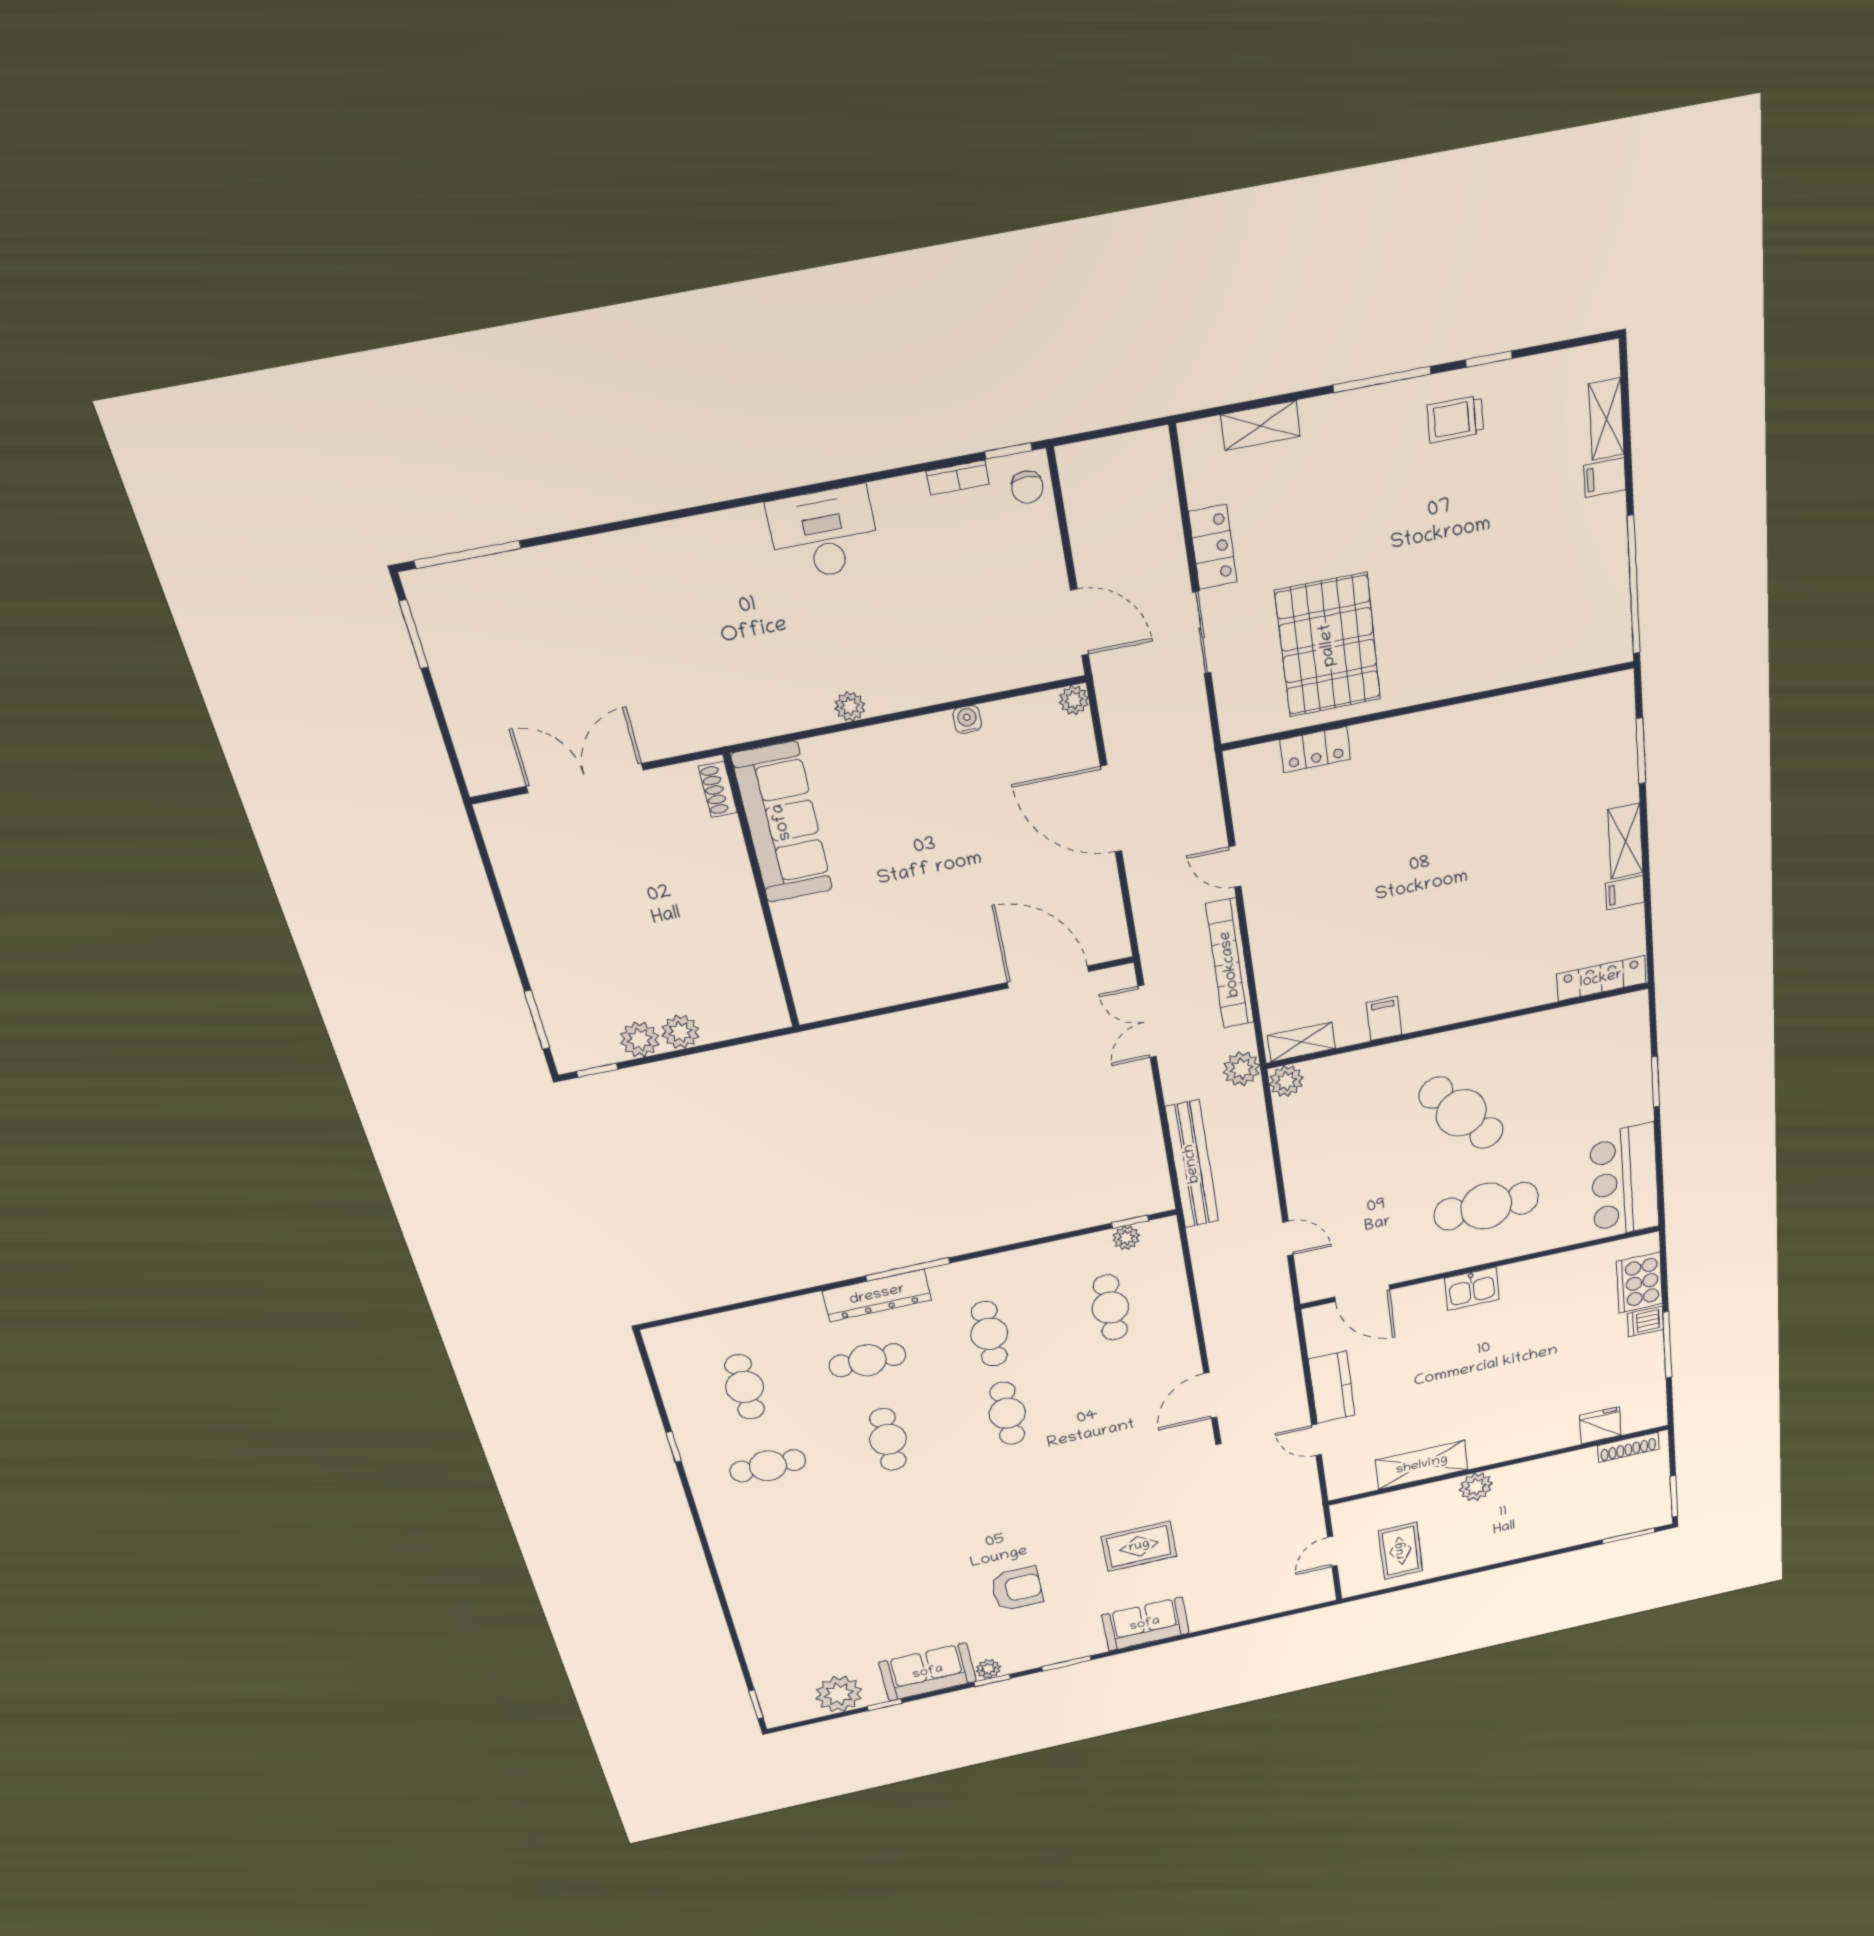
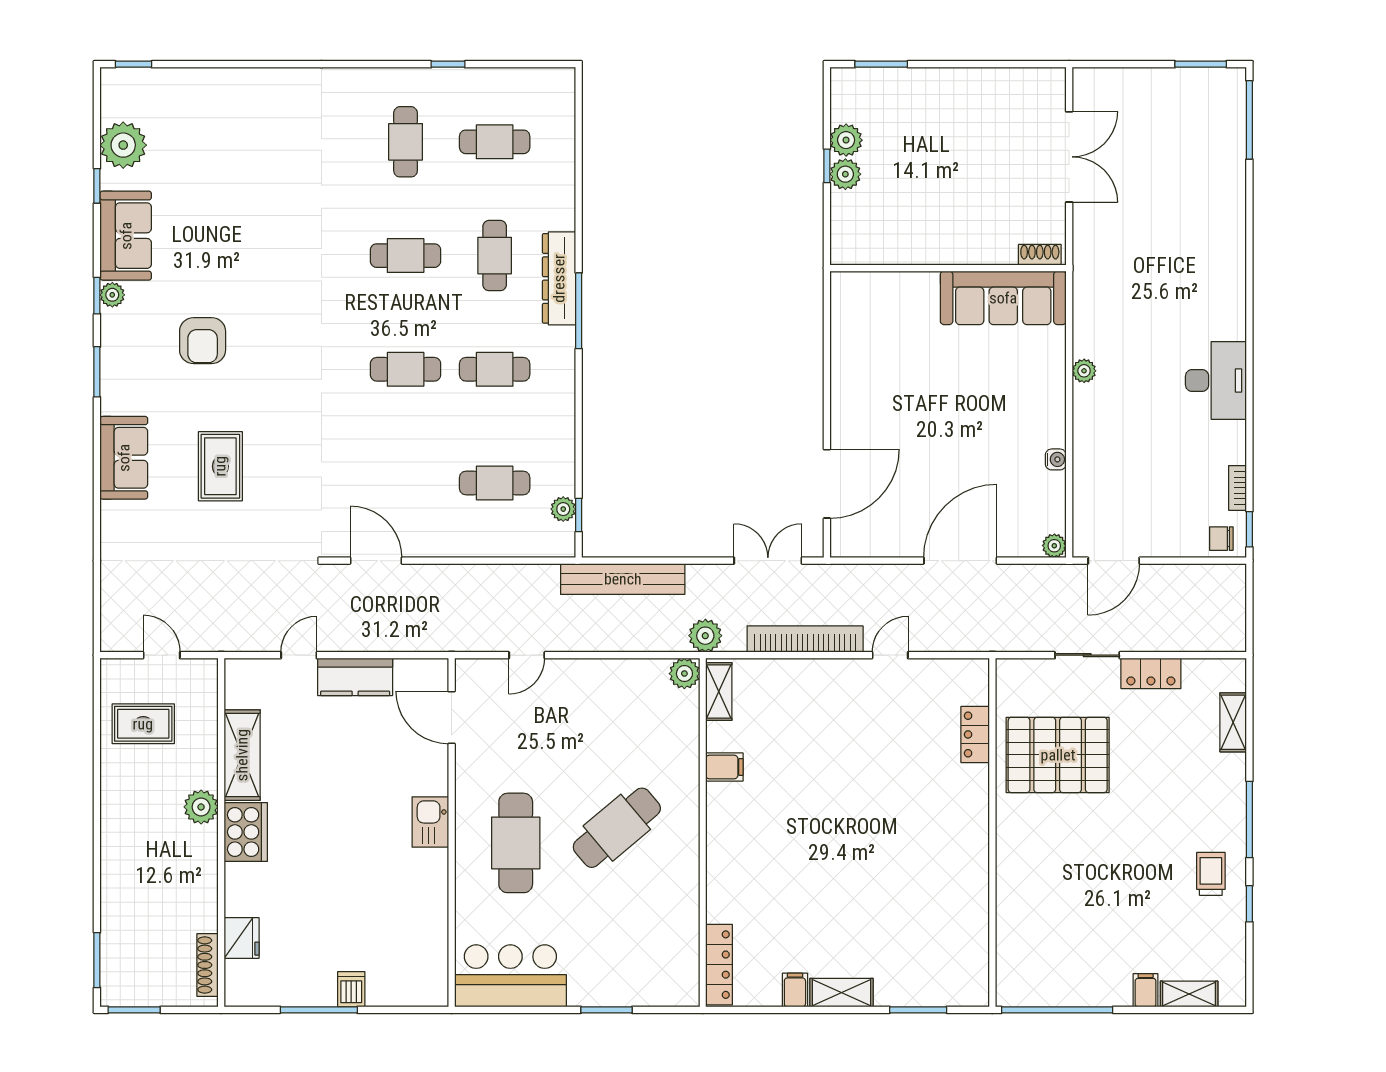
window: (597, 1070) -> (827, 166), moved
cooker: (1639, 1283) -> (246, 832), moved, turned 90
door: (1362, 1293) -> (452, 718), hinge flipped

